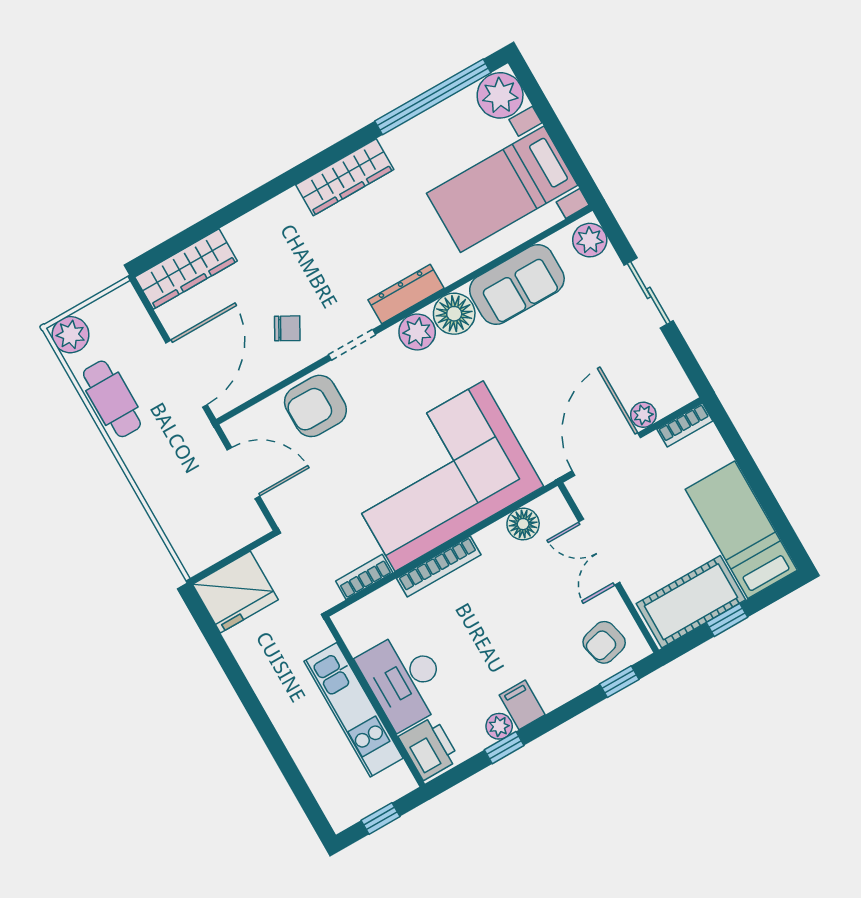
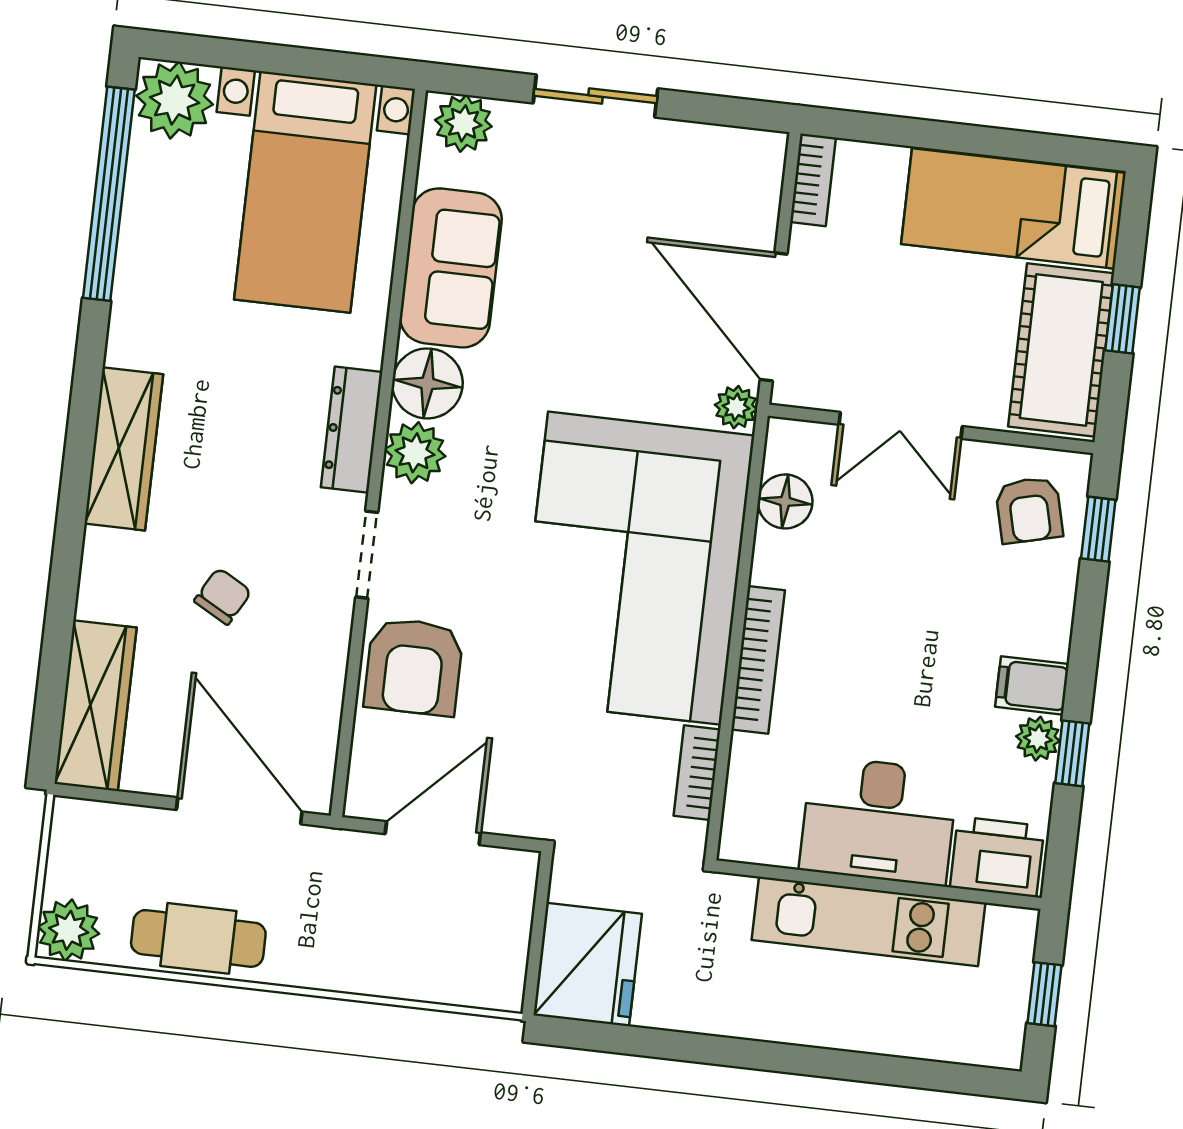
wardrobe: (345, 177) -> (124, 449), moved
chair: (287, 328) -> (223, 596), moved
plant: (643, 415) -> (736, 407), moved

